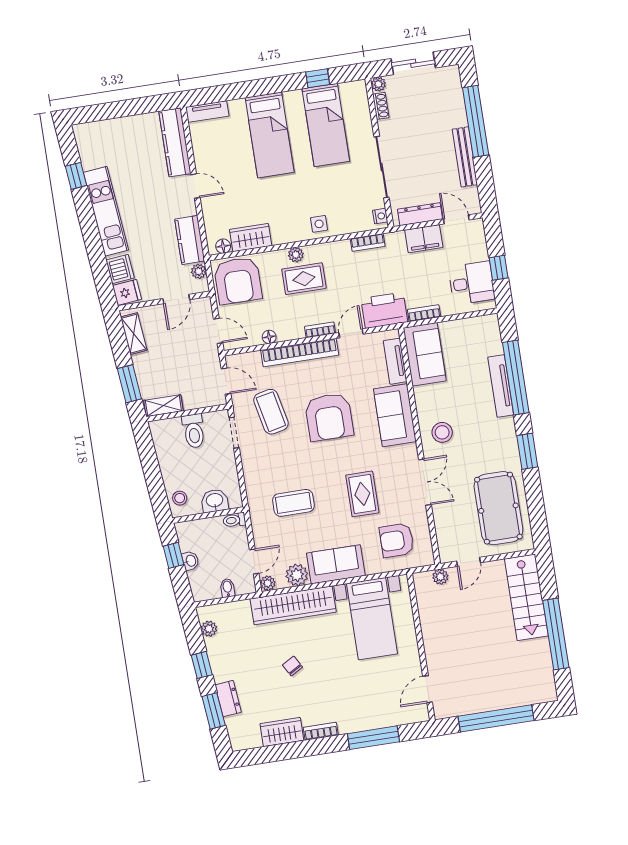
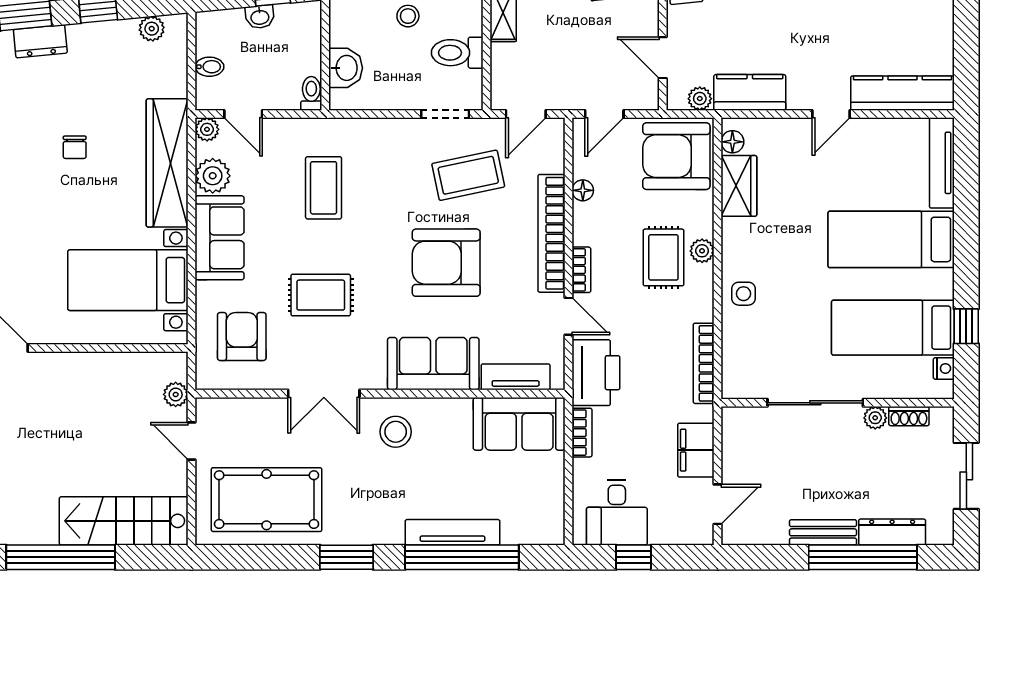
plant: (378, 84) -> (875, 418), moved
tv unit: (207, 112) -> (942, 163), width x1.41
bench: (465, 157) -> (823, 532), width x0.73
dresser: (420, 214) -> (892, 532), moved, turned -90
nightstand: (380, 216) -> (944, 368), moved, turned -90
bookcase: (368, 242) -> (704, 363), width x1.56
stool: (180, 498) -> (408, 16), moved
chair: (292, 666) -> (75, 147), turned 120

